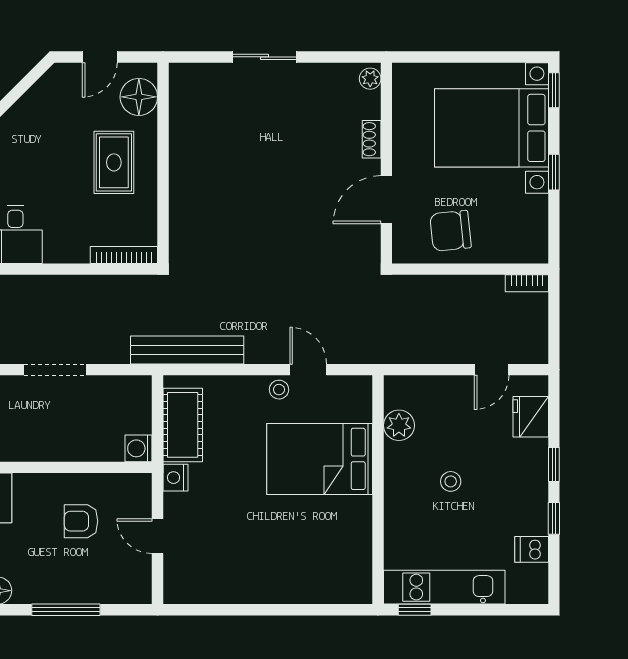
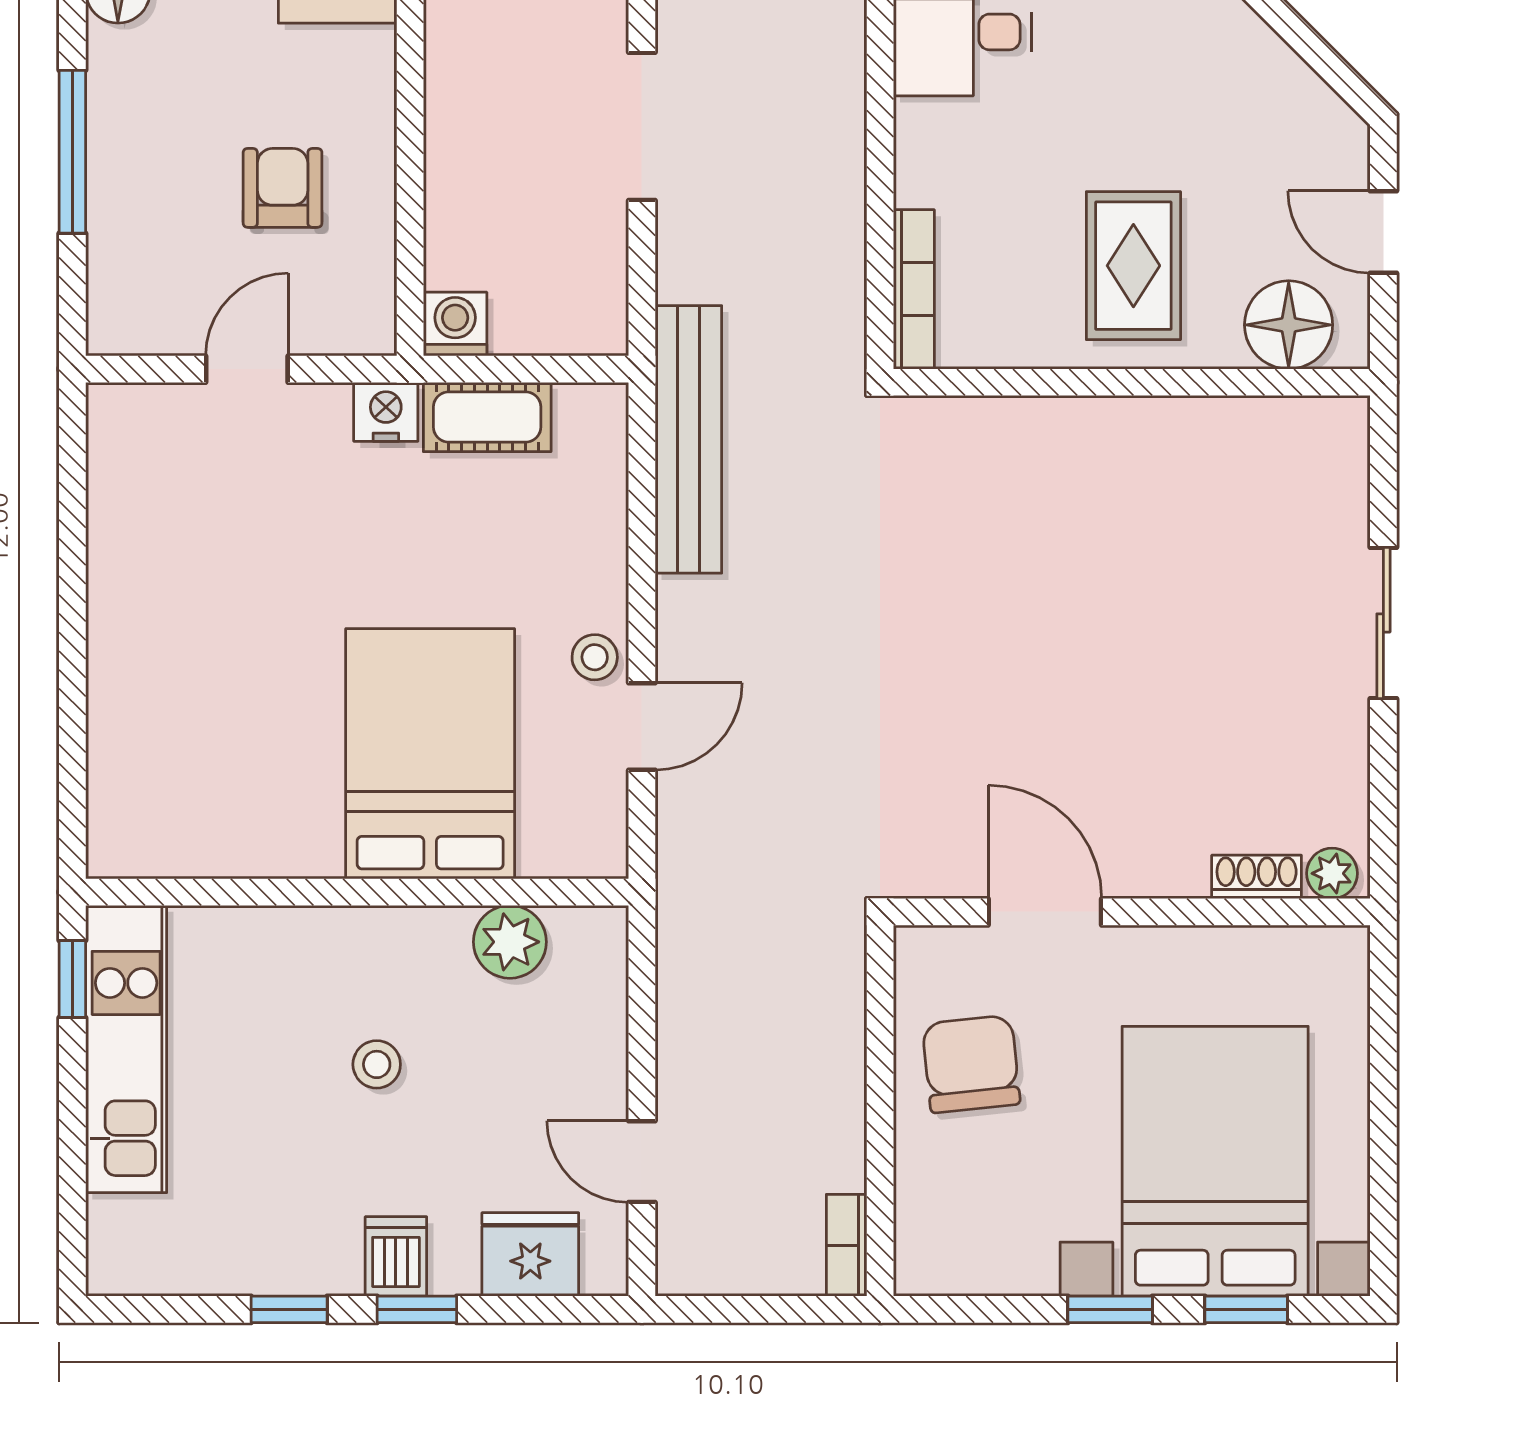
window: (554, 90) -> (1246, 1309), moved
shoe rack: (372, 139) -> (1257, 877), moved
rug: (114, 162) -> (1133, 266), turned 90
cot: (183, 425) -> (487, 417), width x0.73, depth x0.75
dishwasher: (532, 549) -> (396, 1256), moved

